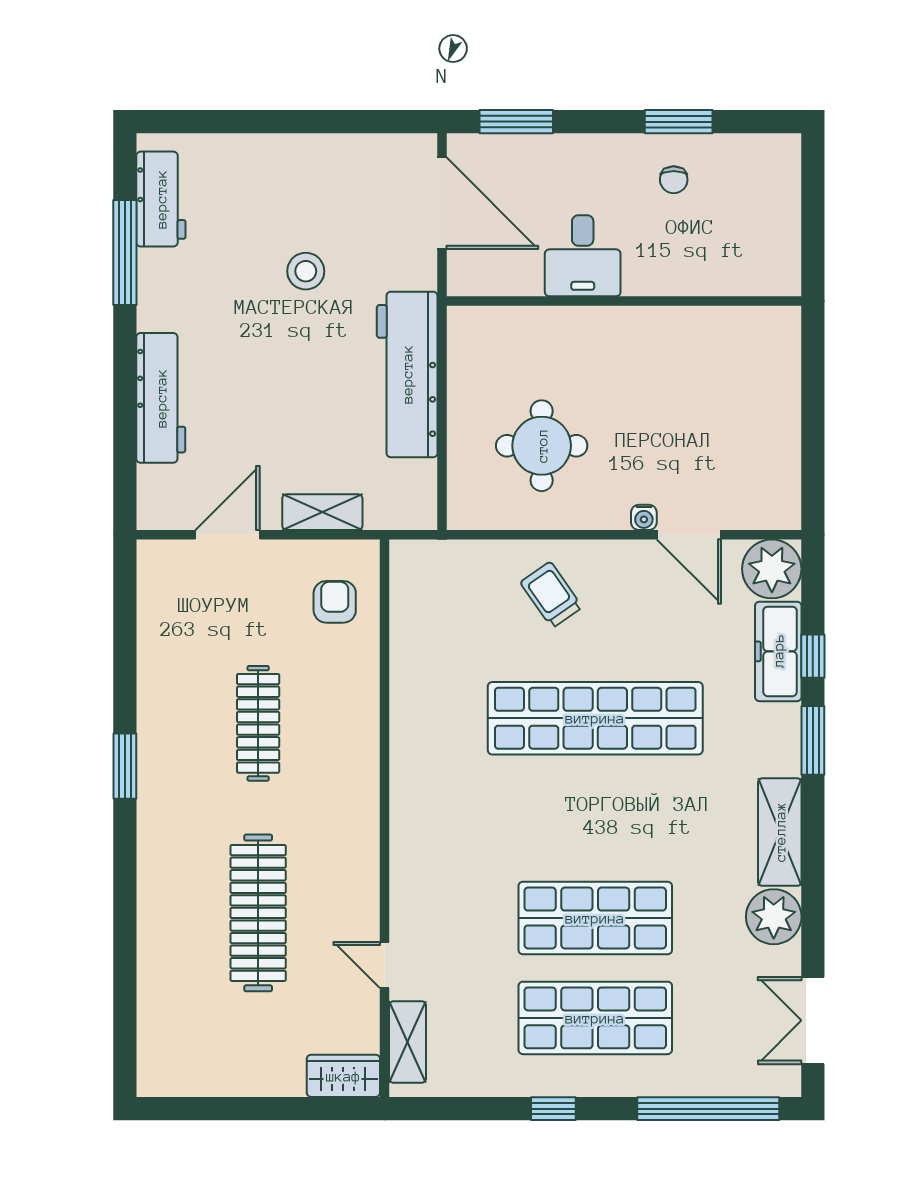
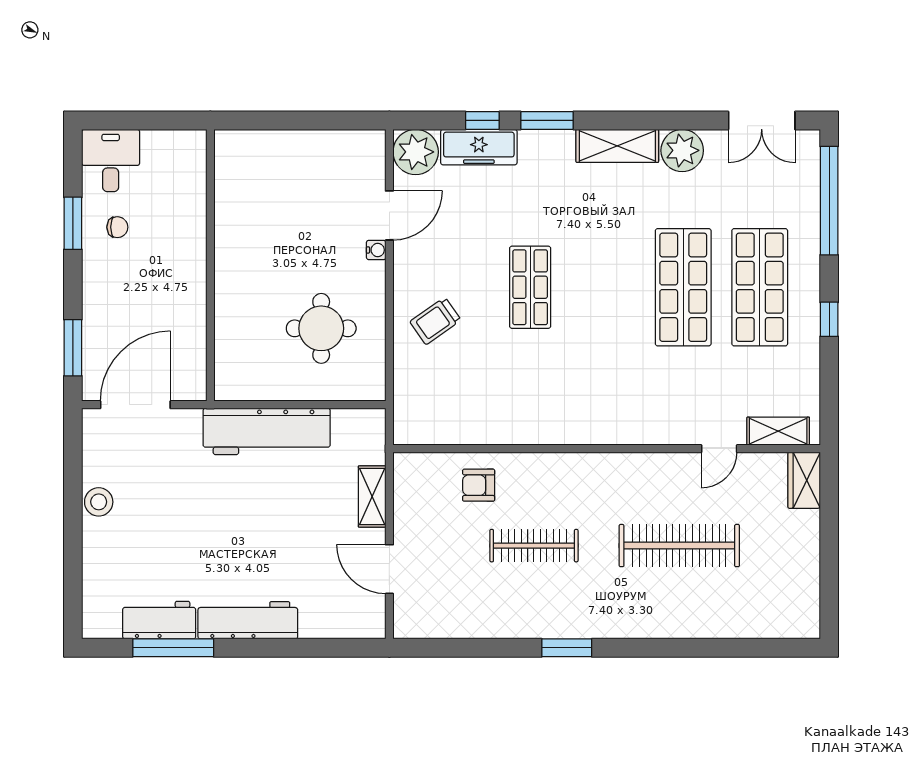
workbench: (161, 199) -> (159, 620), moved
desk: (583, 256) -> (111, 160), moved, turned -90
stool: (306, 271) -> (99, 502), moved
workbench: (161, 398) -> (248, 620), moved
armchair: (335, 602) -> (479, 485), moved
shop shelf: (595, 718) -> (530, 287), width x0.50, depth x0.74

